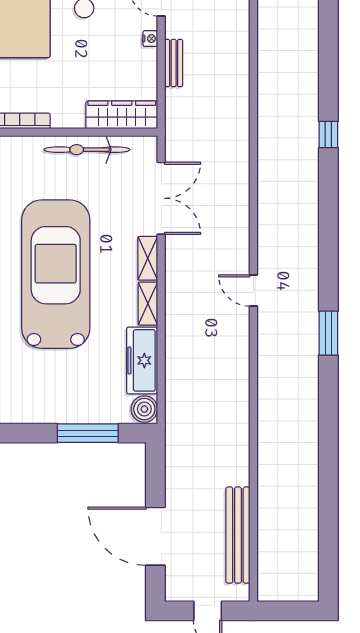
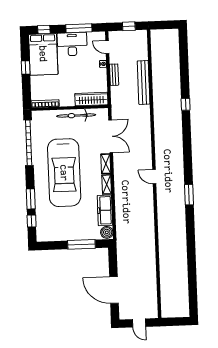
car: (56, 274) -> (64, 173), turned 180
bench: (238, 535) -> (144, 82), moved

